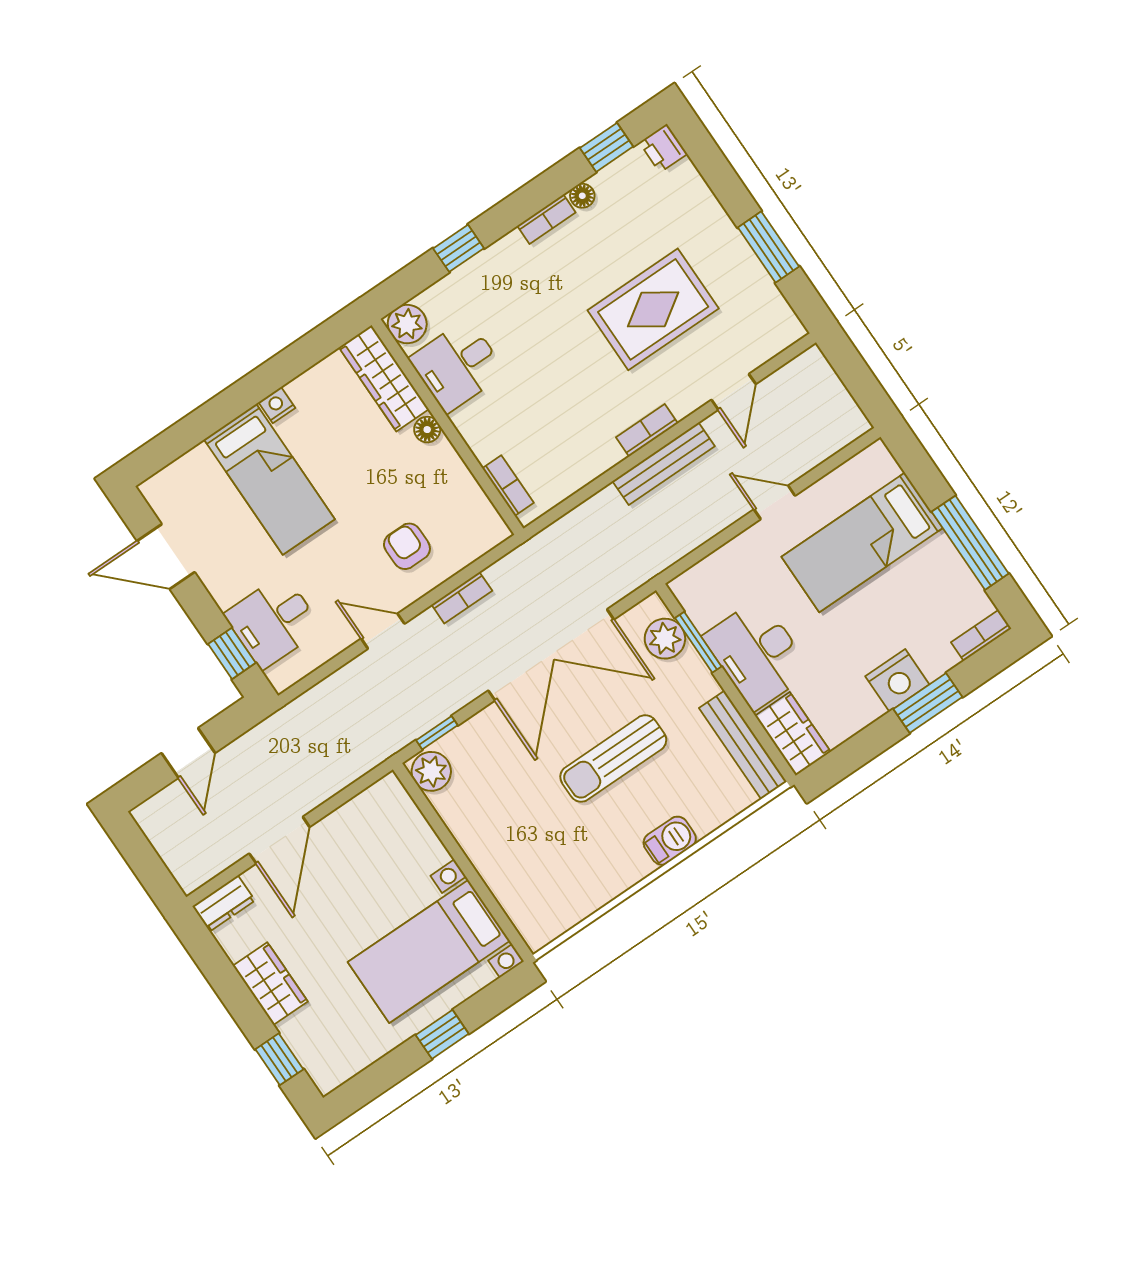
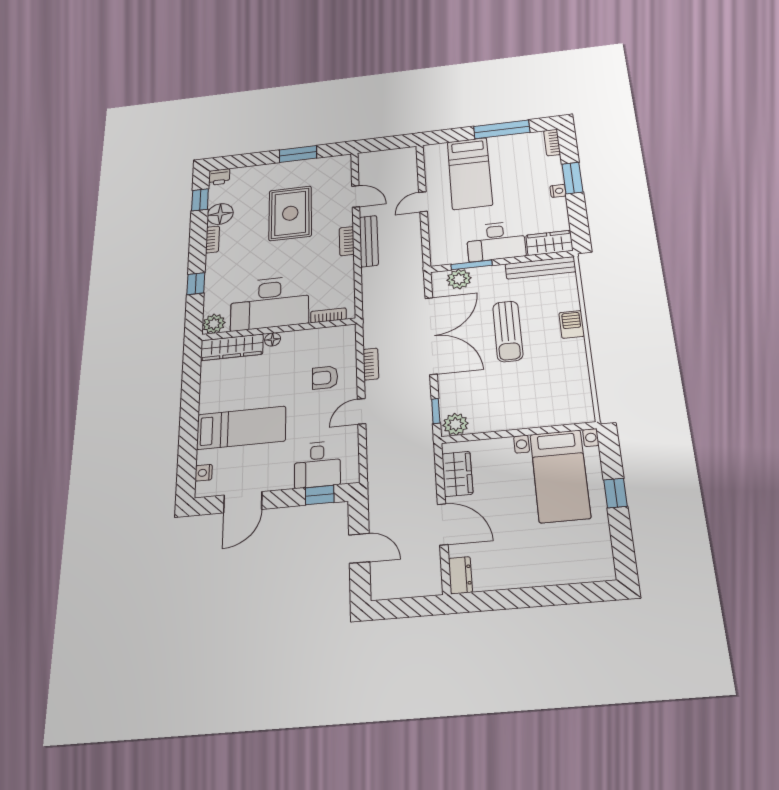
floor lamp: (582, 196) -> (220, 214), width x1.89, depth x1.89
desk: (457, 366) -> (270, 303), width x1.87, depth x1.30
nightstand: (277, 405) -> (204, 473), moved
nightstand: (897, 680) -> (558, 191), width x0.53, depth x0.56
wardrobe: (270, 984) -> (457, 474), moved, turned 90
window: (279, 1059) -> (577, 593), removed

